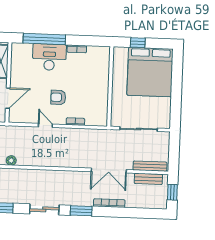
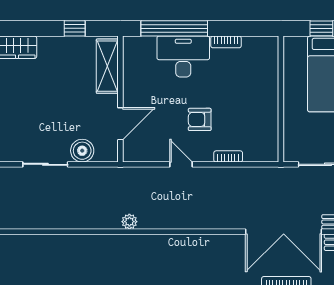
double door: (109, 171) -> (284, 232), width x1.36

